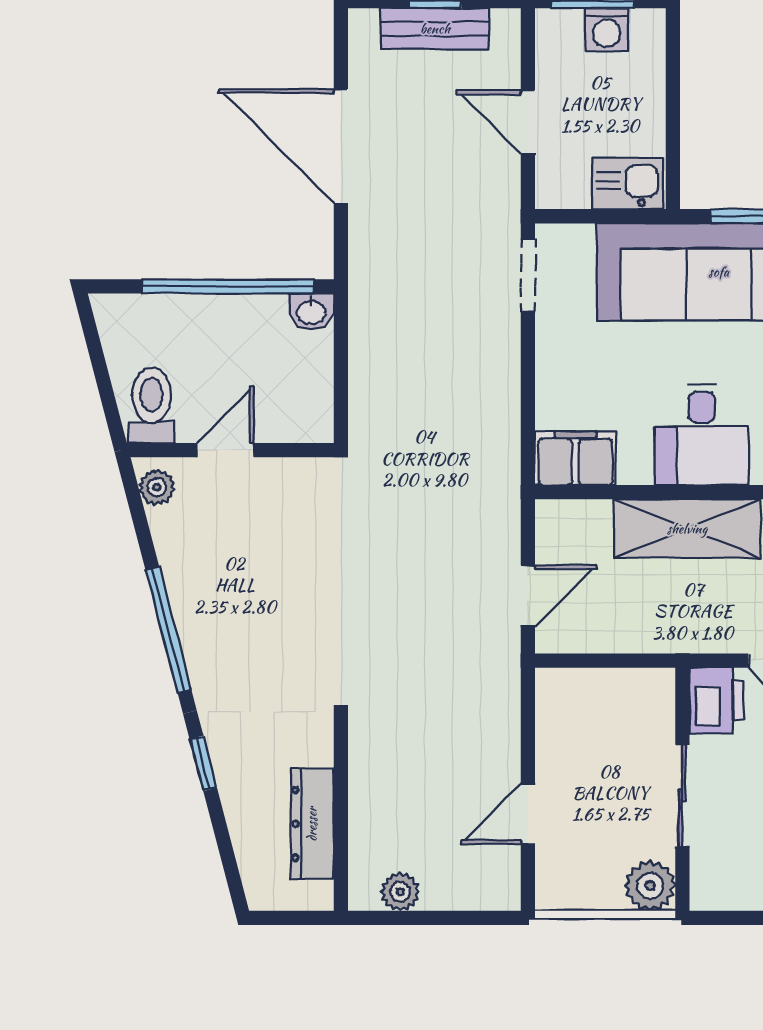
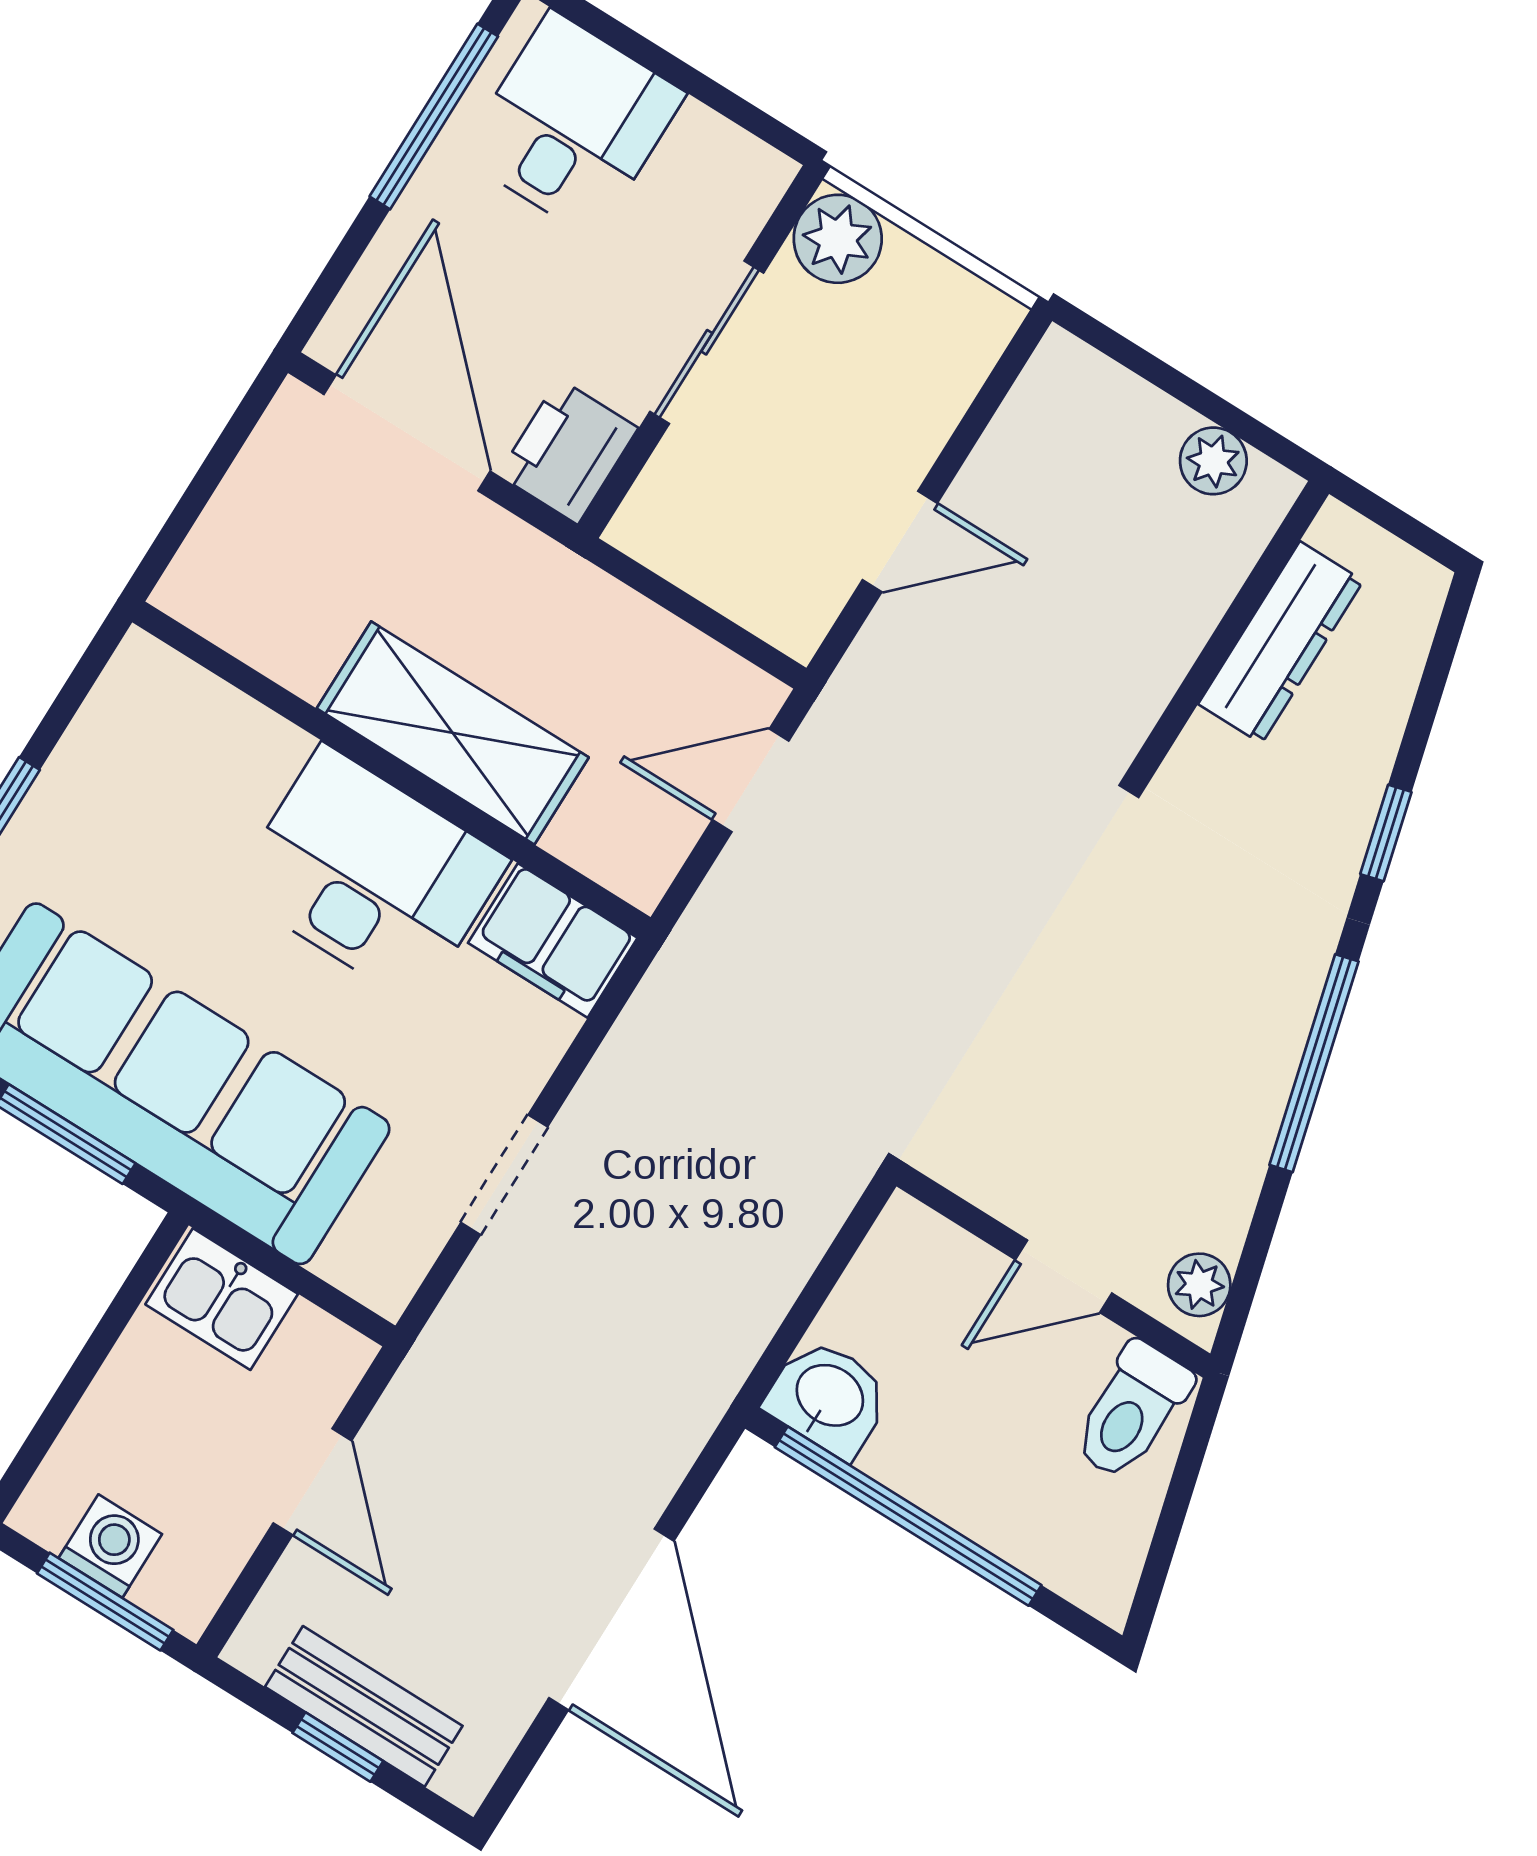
doorway: (528, 275) -> (504, 1175), moved
washbasin: (311, 312) -> (828, 1398), width x1.38, depth x1.45
desk: (702, 435) -> (370, 875), width x1.37
door: (528, 814) -> (900, 541), moved

